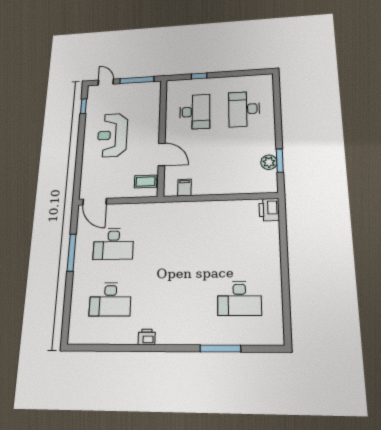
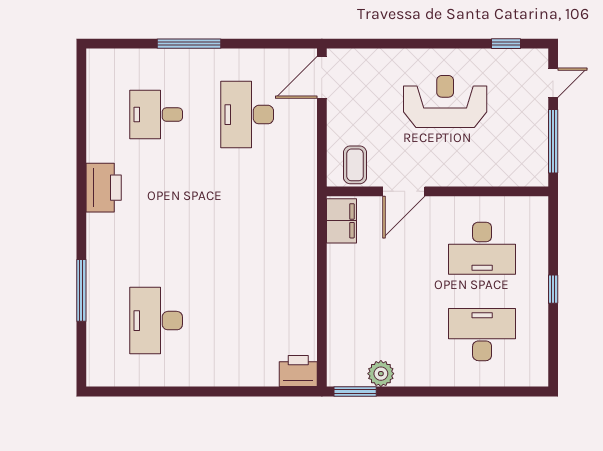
window: (199, 76) -> (553, 289), moved
window: (280, 161) -> (355, 392), moved
filing cabinet: (184, 188) -> (342, 221), width x2.00
window: (72, 253) -> (189, 44), moved
desk: (110, 299) -> (156, 115), width x0.73
printer: (147, 337) -> (104, 188), width x1.87, depth x1.48

